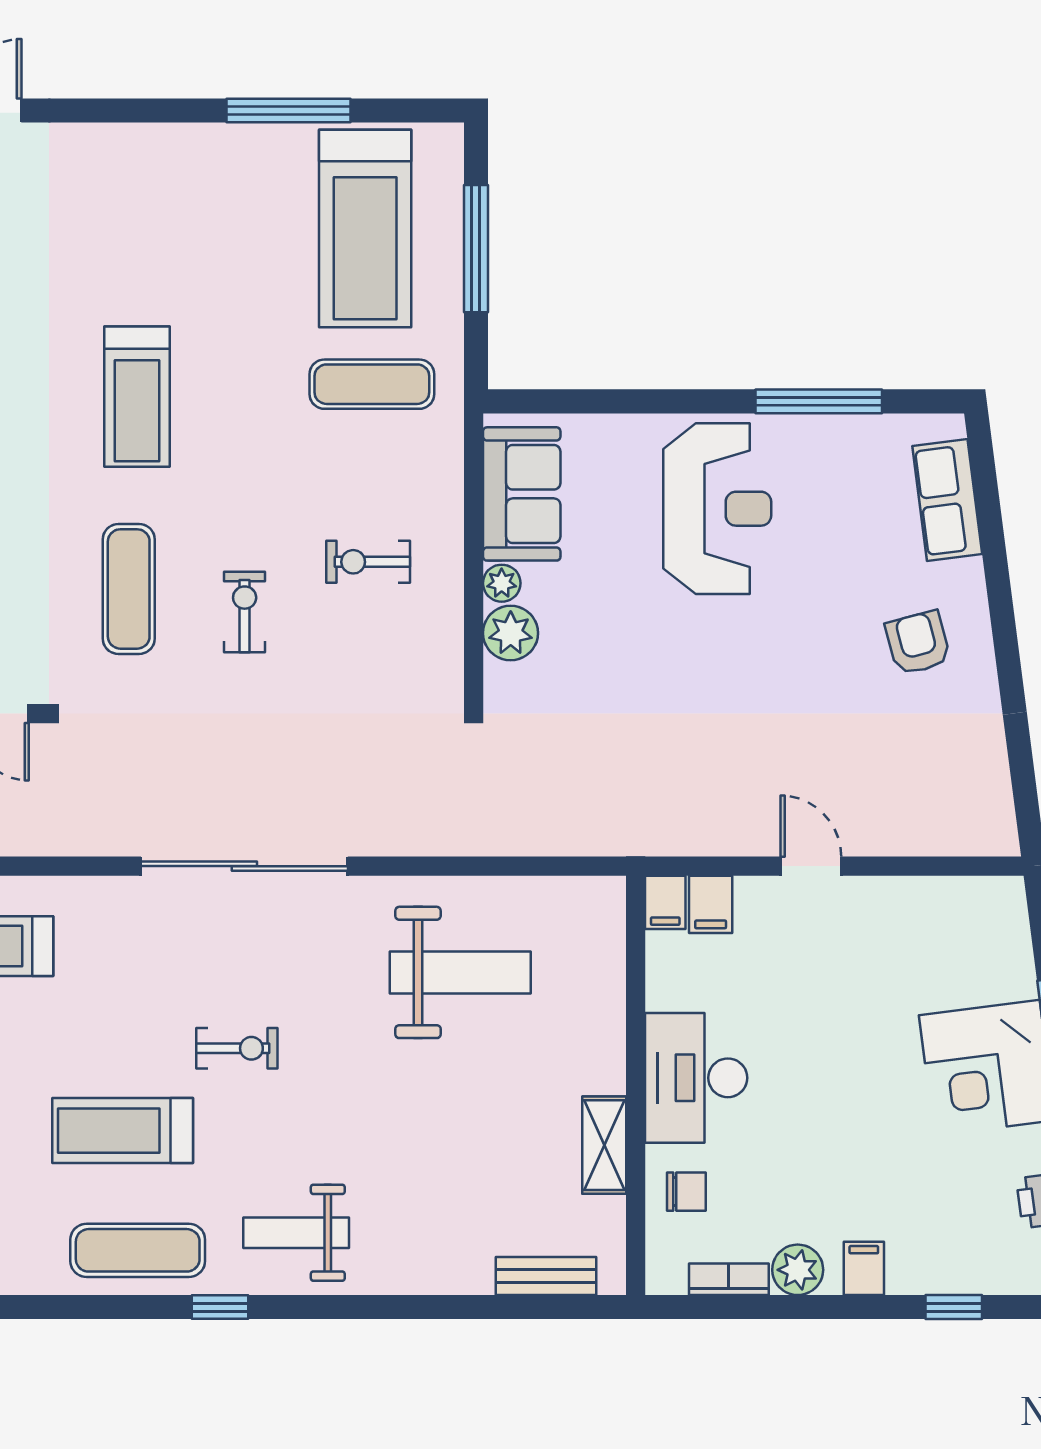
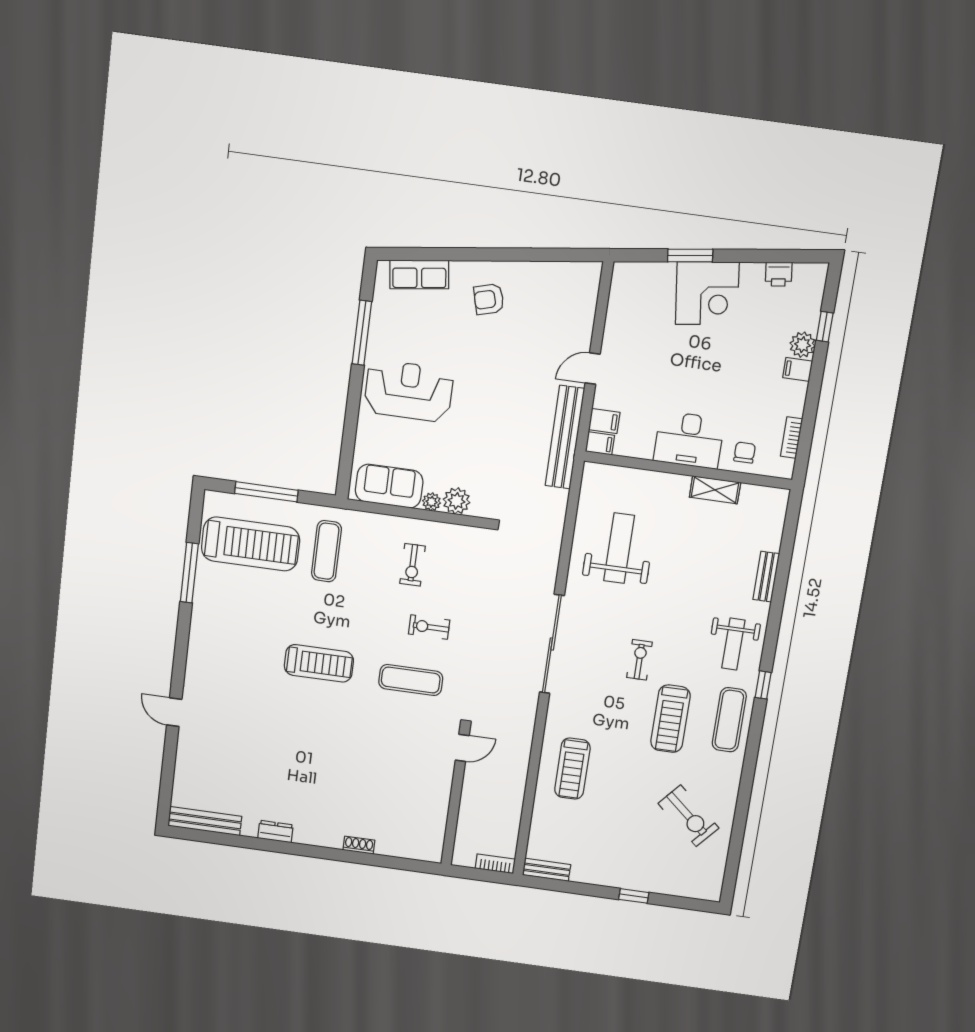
bench: (668, 831) -> (565, 437), added
plant: (798, 1270) -> (803, 345), moved
bench: (546, 1276) -> (766, 577), moved

